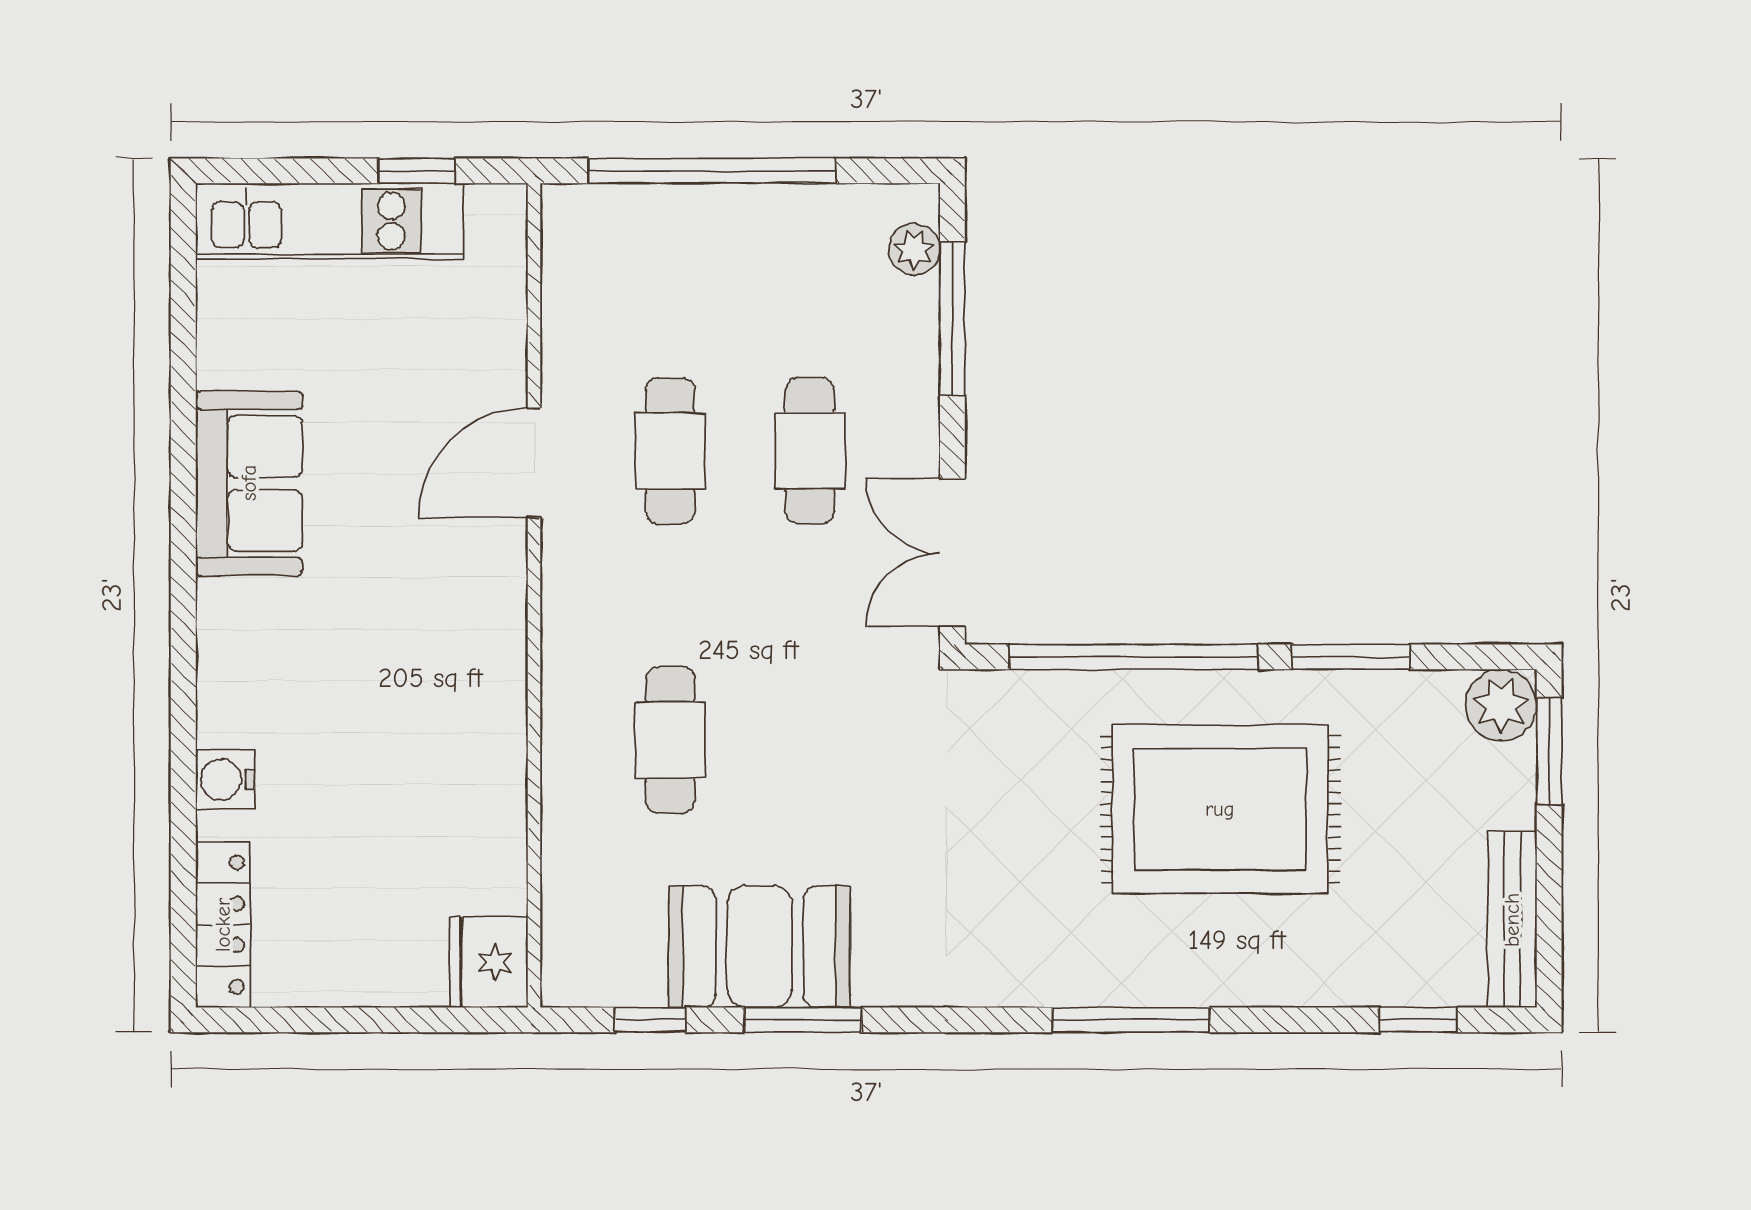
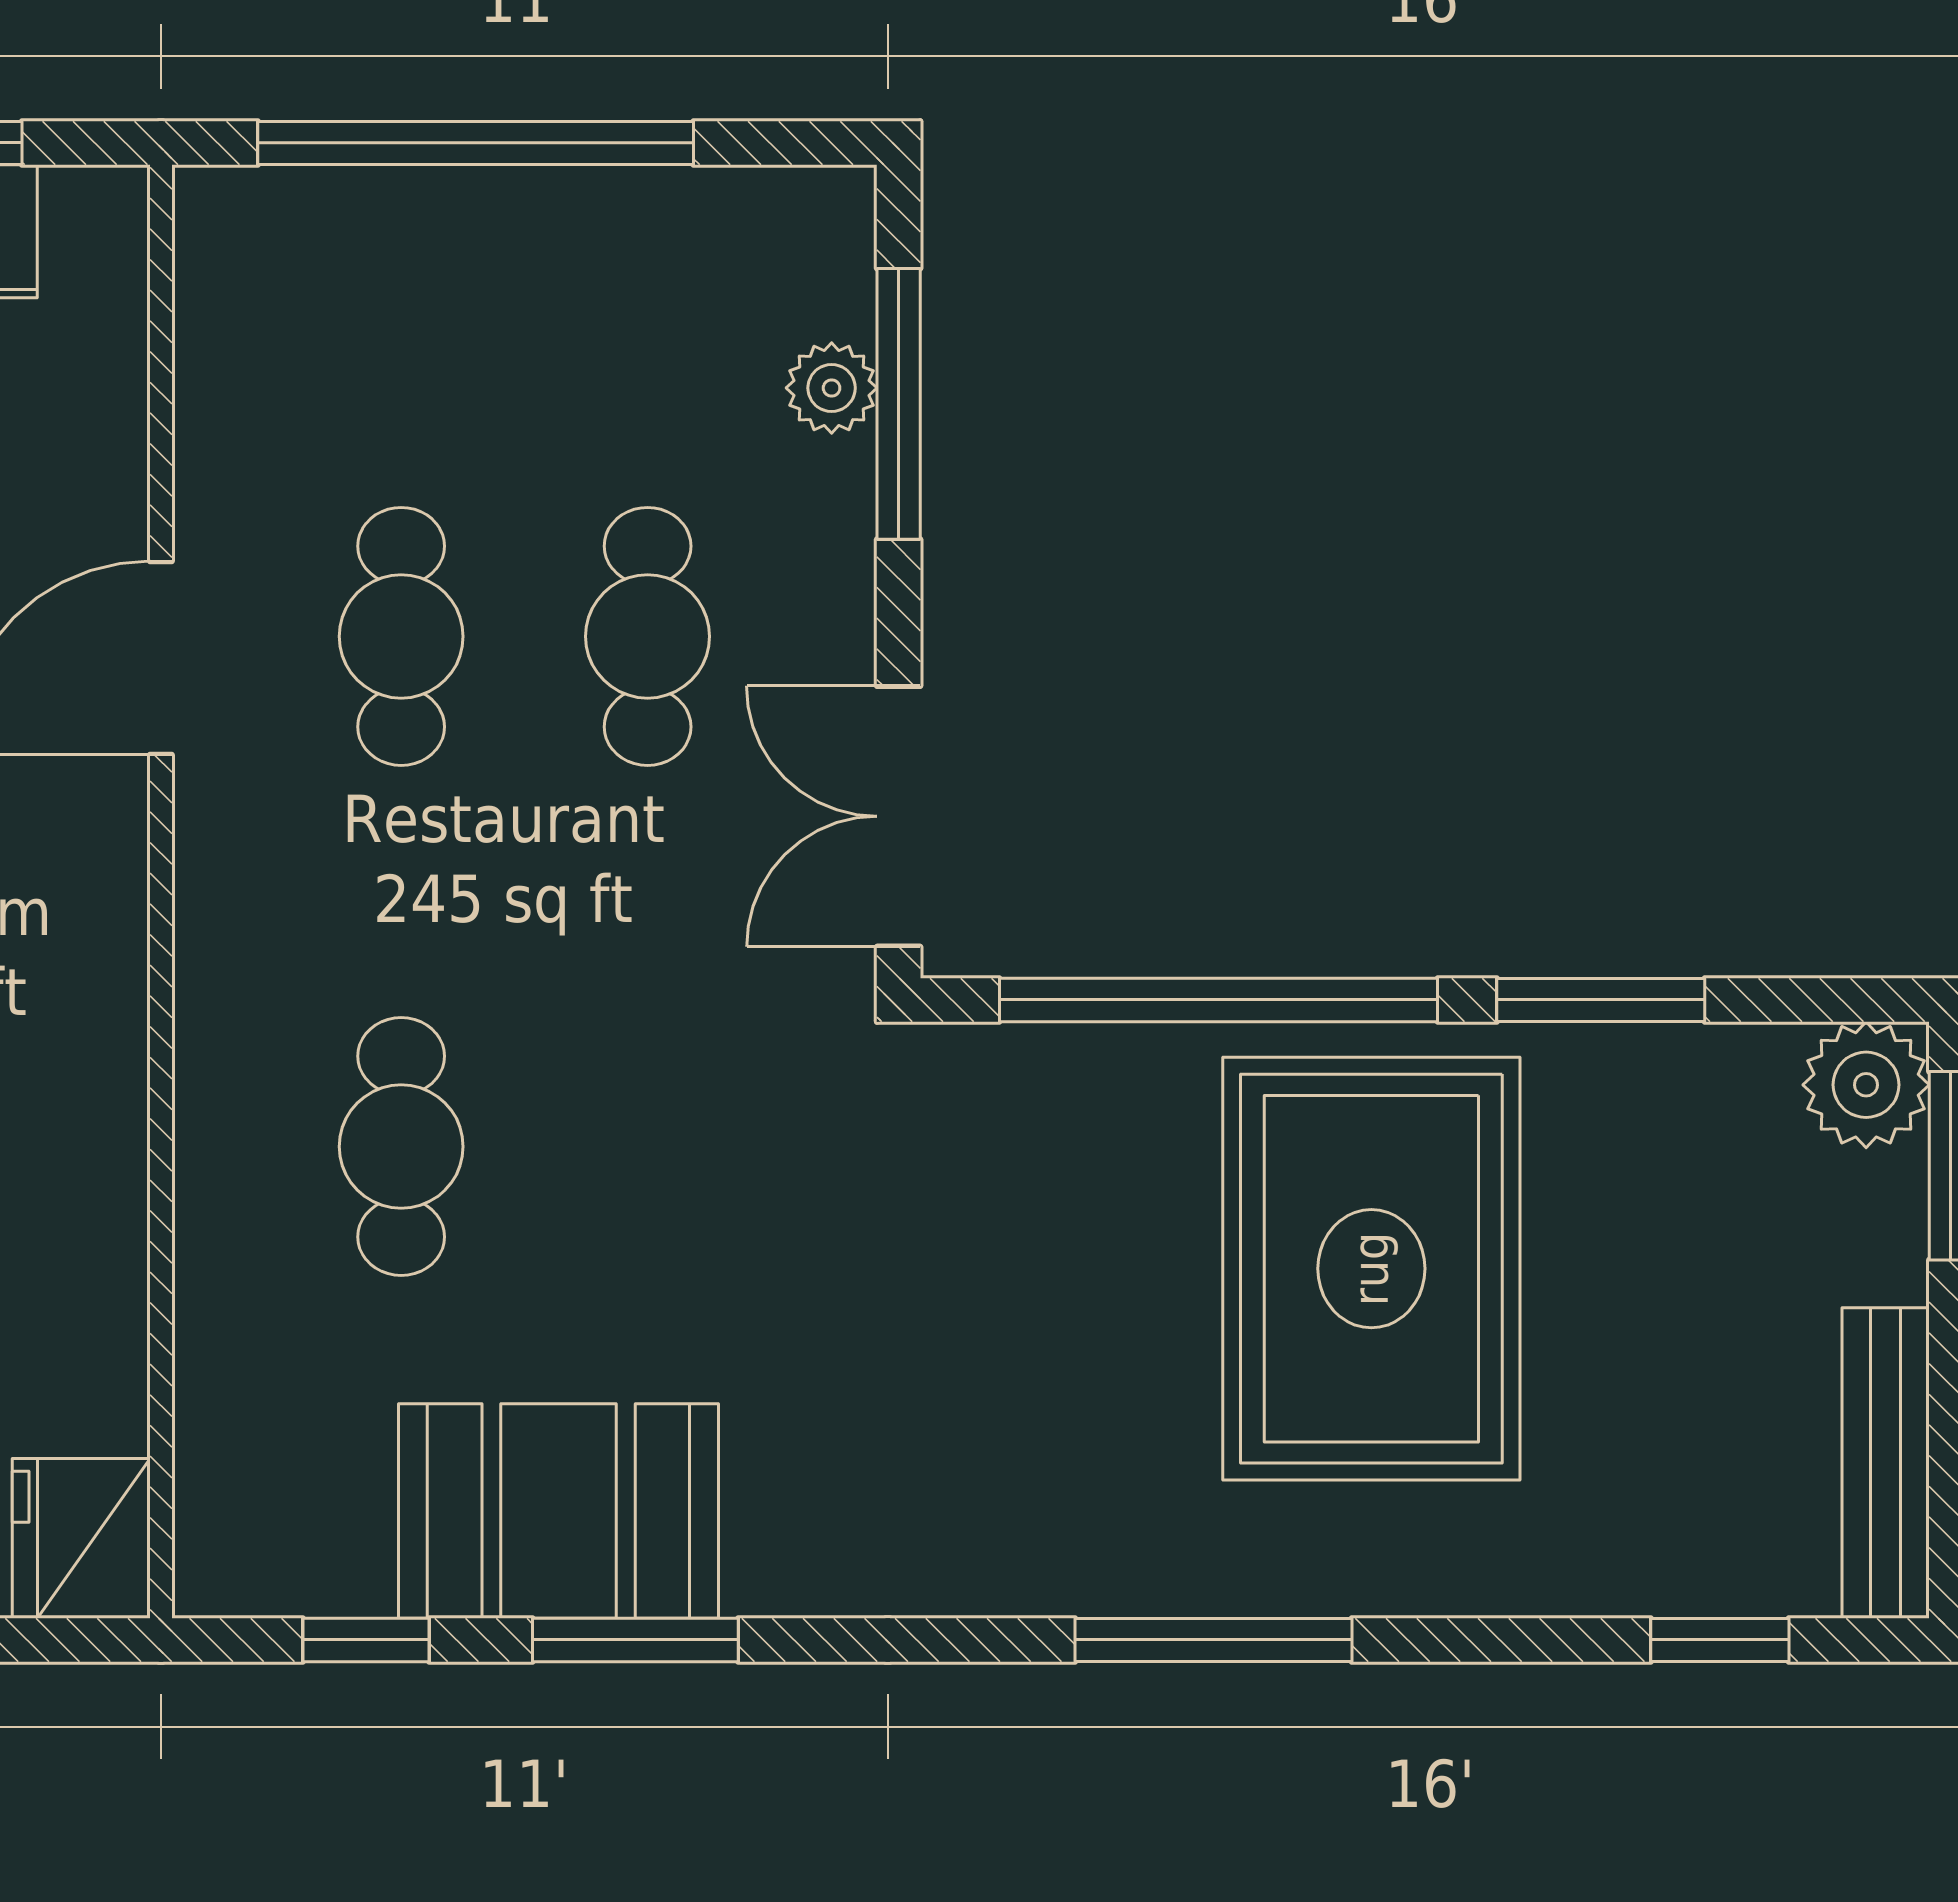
plant: (914, 249) -> (832, 388), moved
rug: (1220, 809) -> (1371, 1269), turned 90

